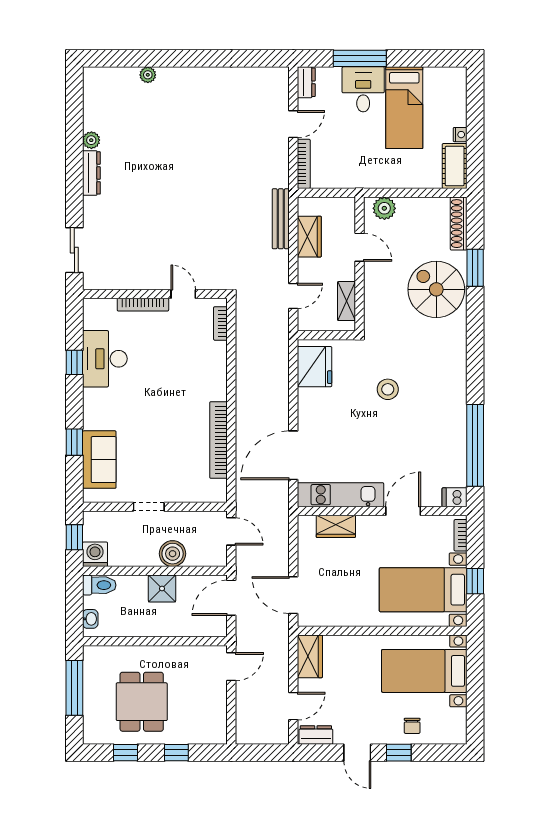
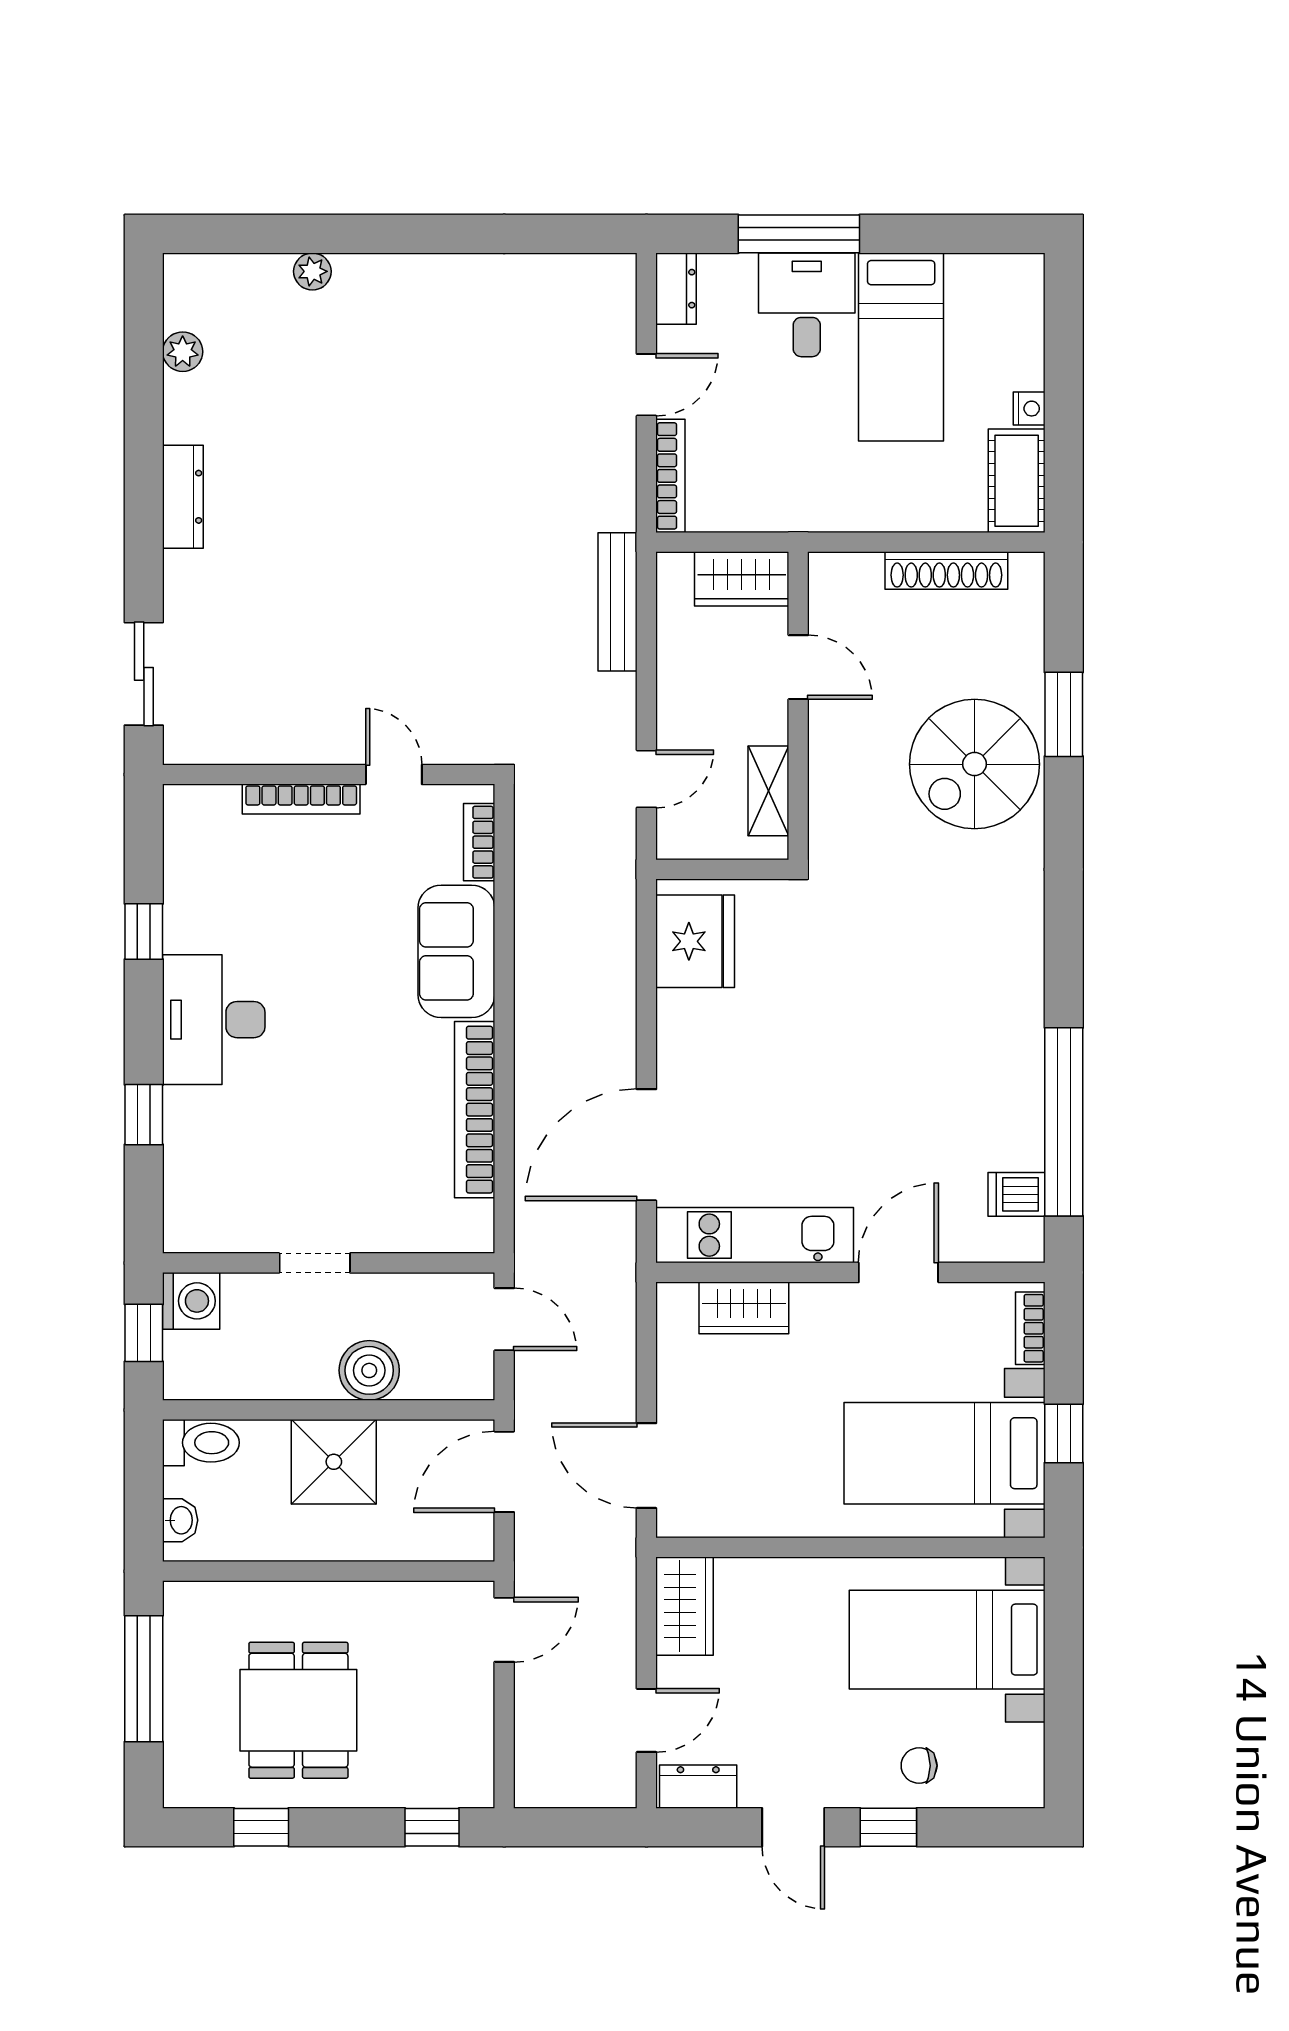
plant: (91, 140) -> (183, 352), moved
plant: (384, 208) -> (855, 578), removed
shoe rack: (459, 224) -> (946, 570), moved, turned -90
wardrobe: (309, 237) -> (742, 579), moved, turned 90
spiral stairs: (436, 289) -> (975, 764), turned -90
desk: (105, 359) -> (214, 1020), moved
stool: (388, 389) -> (863, 993), removed
sofa: (99, 460) -> (456, 951), moved, turned 180
dishwasher: (455, 497) -> (1016, 1194), moved
washing machine: (95, 554) -> (191, 1301), moved, turned 90
shower: (162, 589) -> (334, 1462), width x1.36, depth x1.36
chair: (412, 726) -> (919, 1766), turned 90
window: (176, 753) -> (432, 1827), moved

